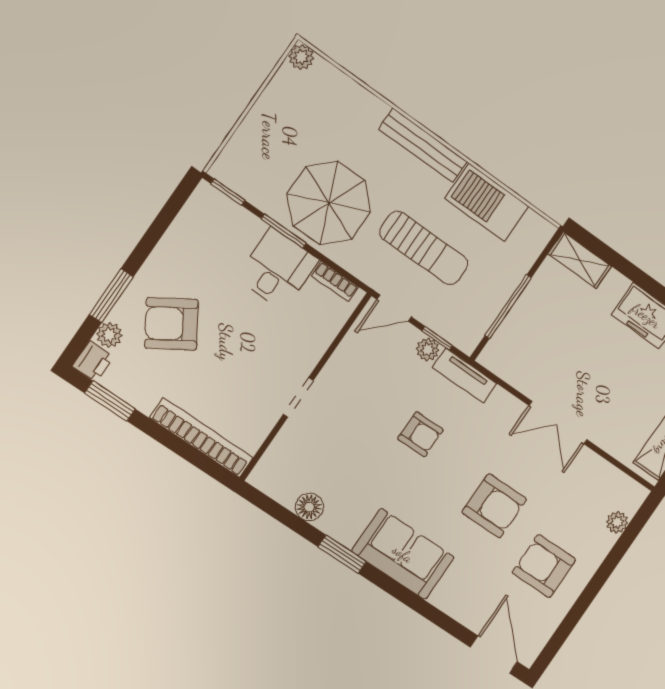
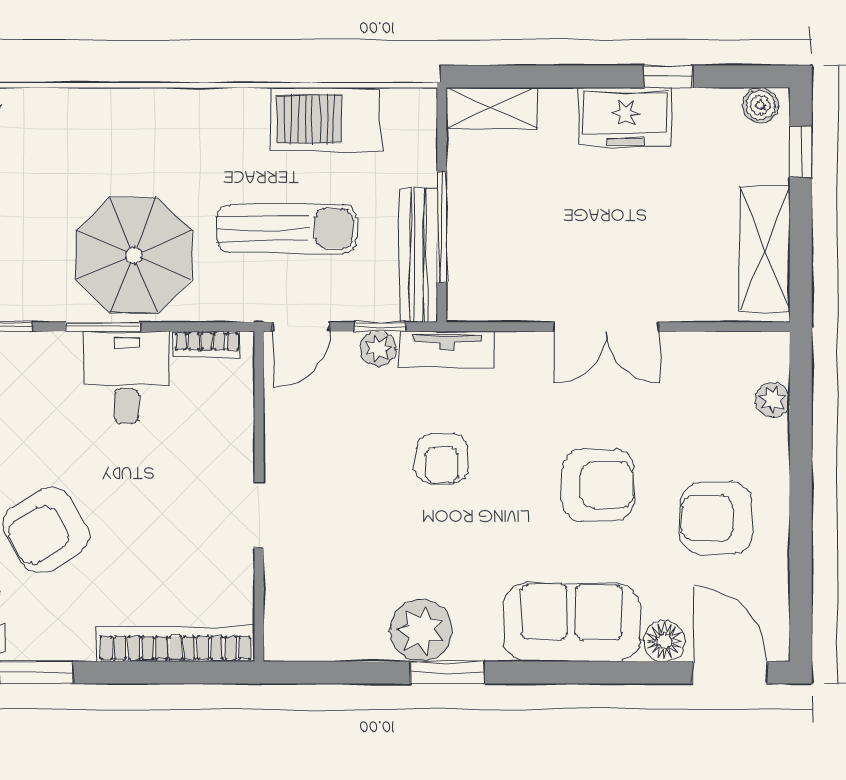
bench: (423, 145) -> (419, 255), moved, turned 90
armchair: (420, 434) -> (442, 459), turned 90
floor lamp: (309, 507) -> (664, 641), moved
plant: (344, 521) -> (421, 630), added
sofa: (403, 554) -> (572, 622), moved

